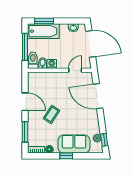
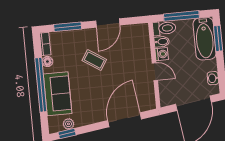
door: (75, 70) -> (155, 72), moved
window: (66, 156) -> (41, 85), width x3.17

